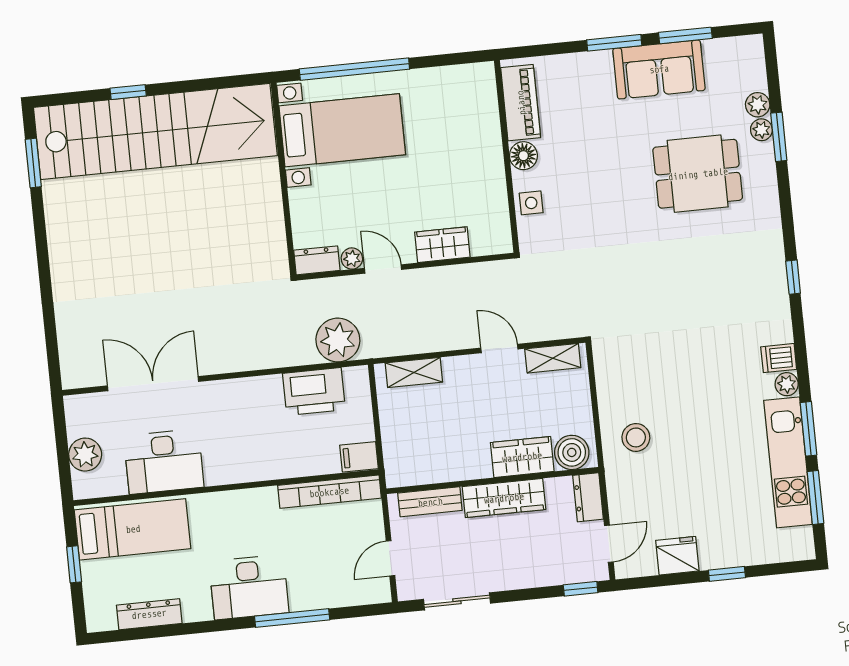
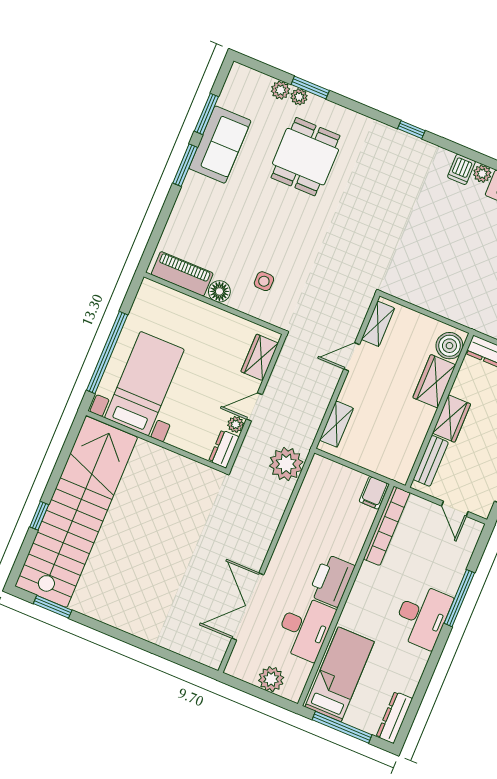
piano: (521, 103) -> (182, 274), moved
wall: (507, 156) -> (214, 303), moved
floor lamp: (523, 156) -> (219, 291), moved
printer: (314, 391) -> (332, 581), moved, turned 180
stool: (636, 437) -> (463, 296), removed
wardrobe: (504, 498) -> (452, 419), width x0.67
window: (74, 564) -> (342, 727), width x2.17
dresser: (149, 614) -> (394, 718), moved

